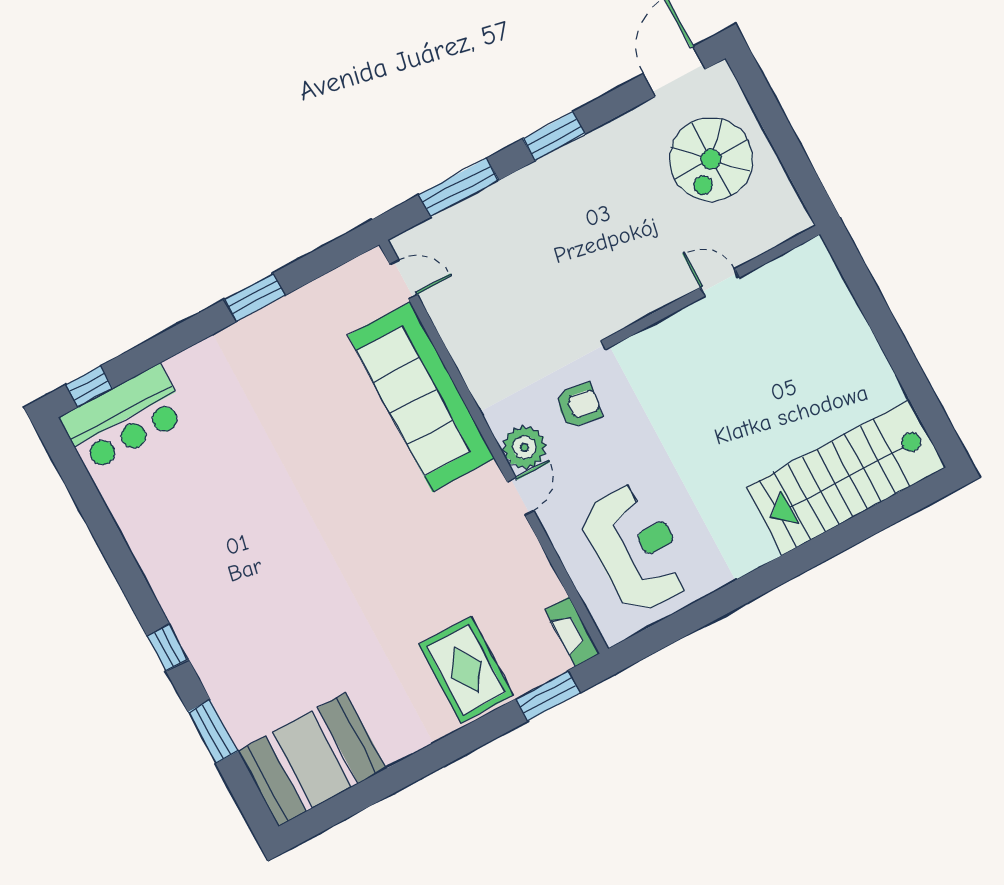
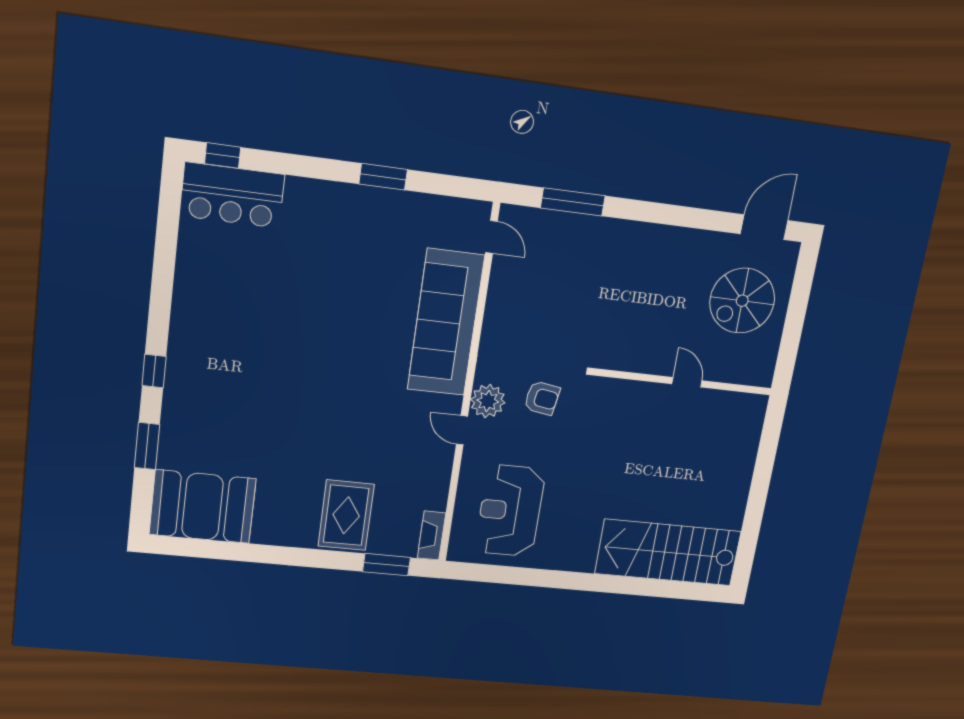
window: (554, 136) -> (659, 213), removed
door: (520, 496) -> (462, 430), swing flipped
reception desk: (636, 548) -> (510, 511), turned 180

